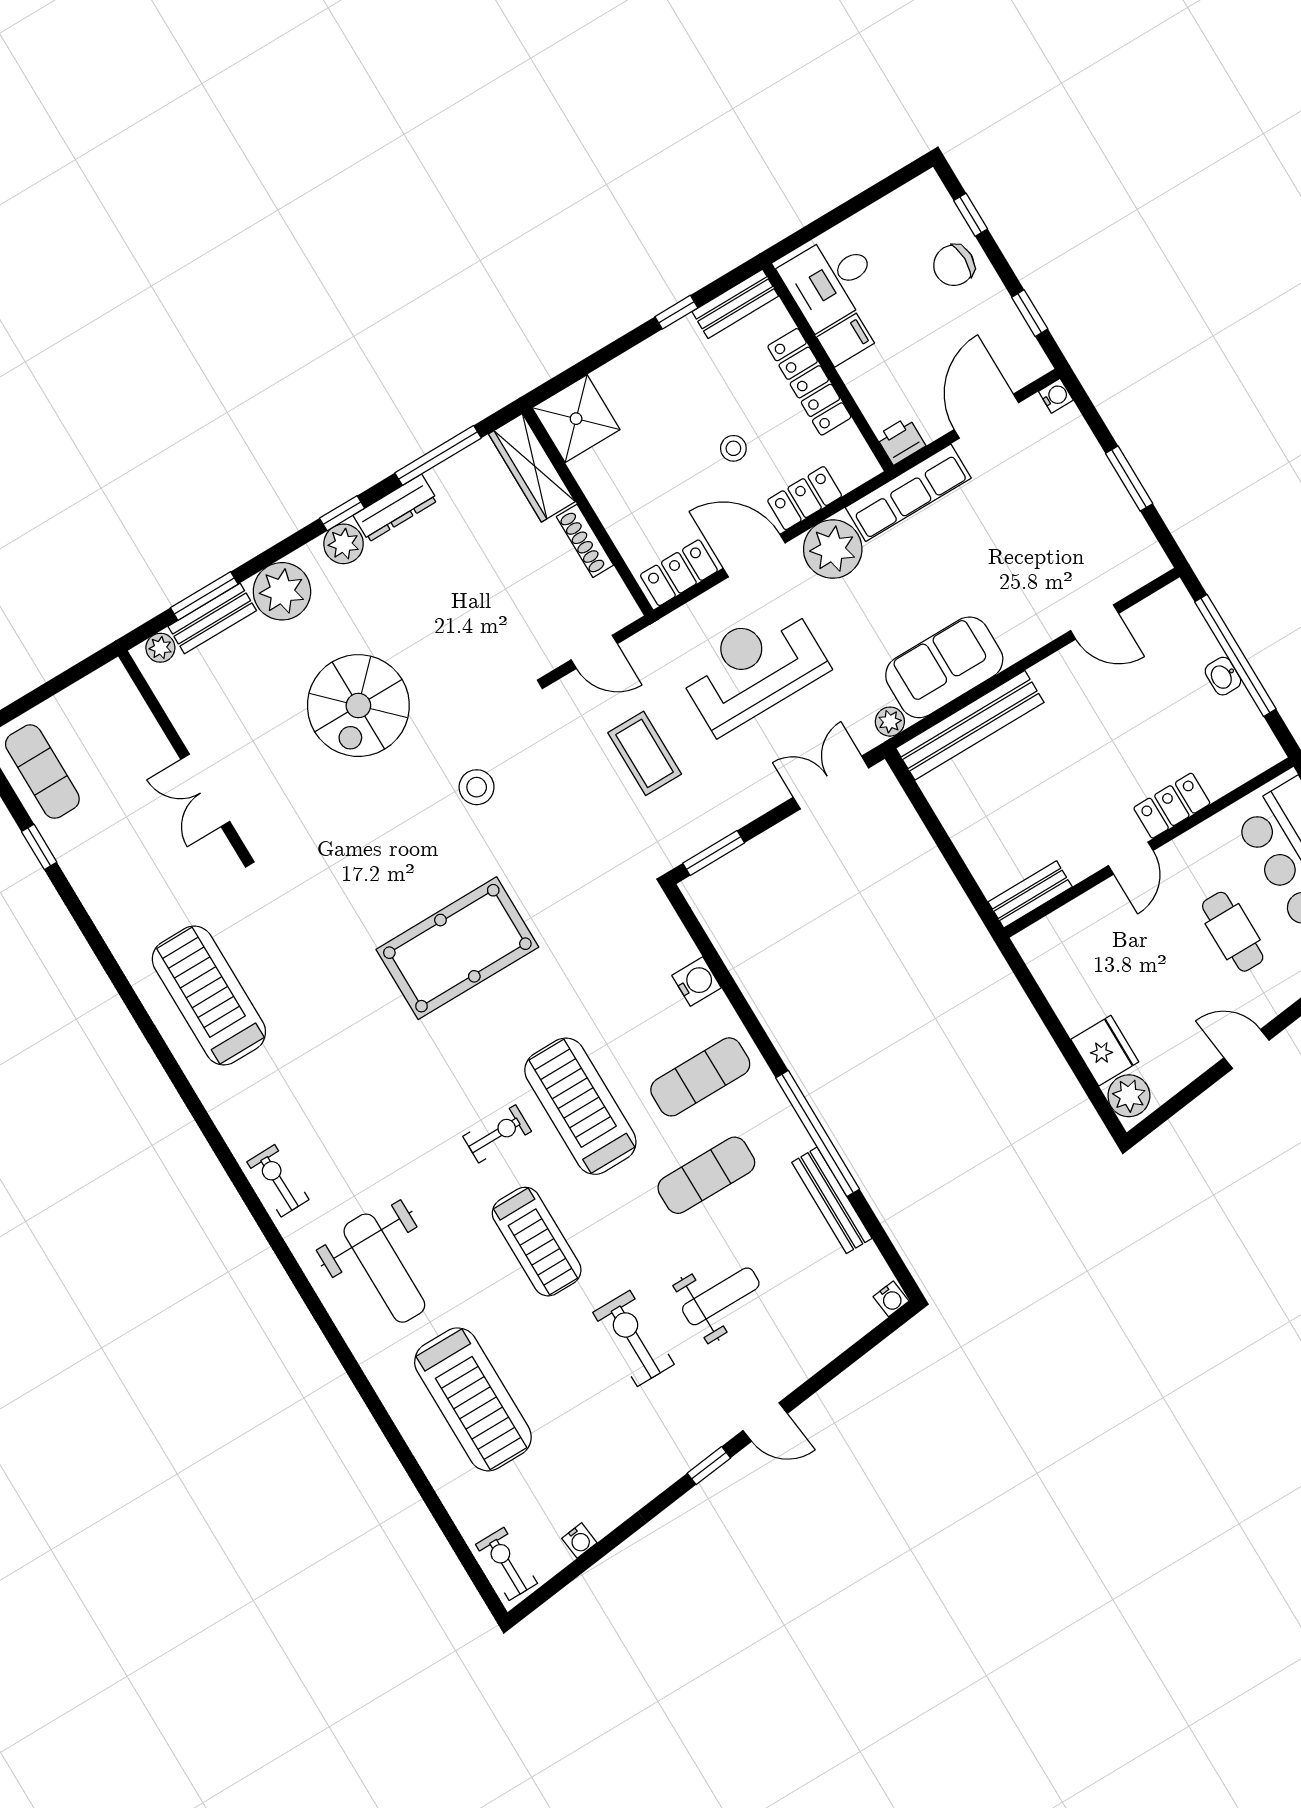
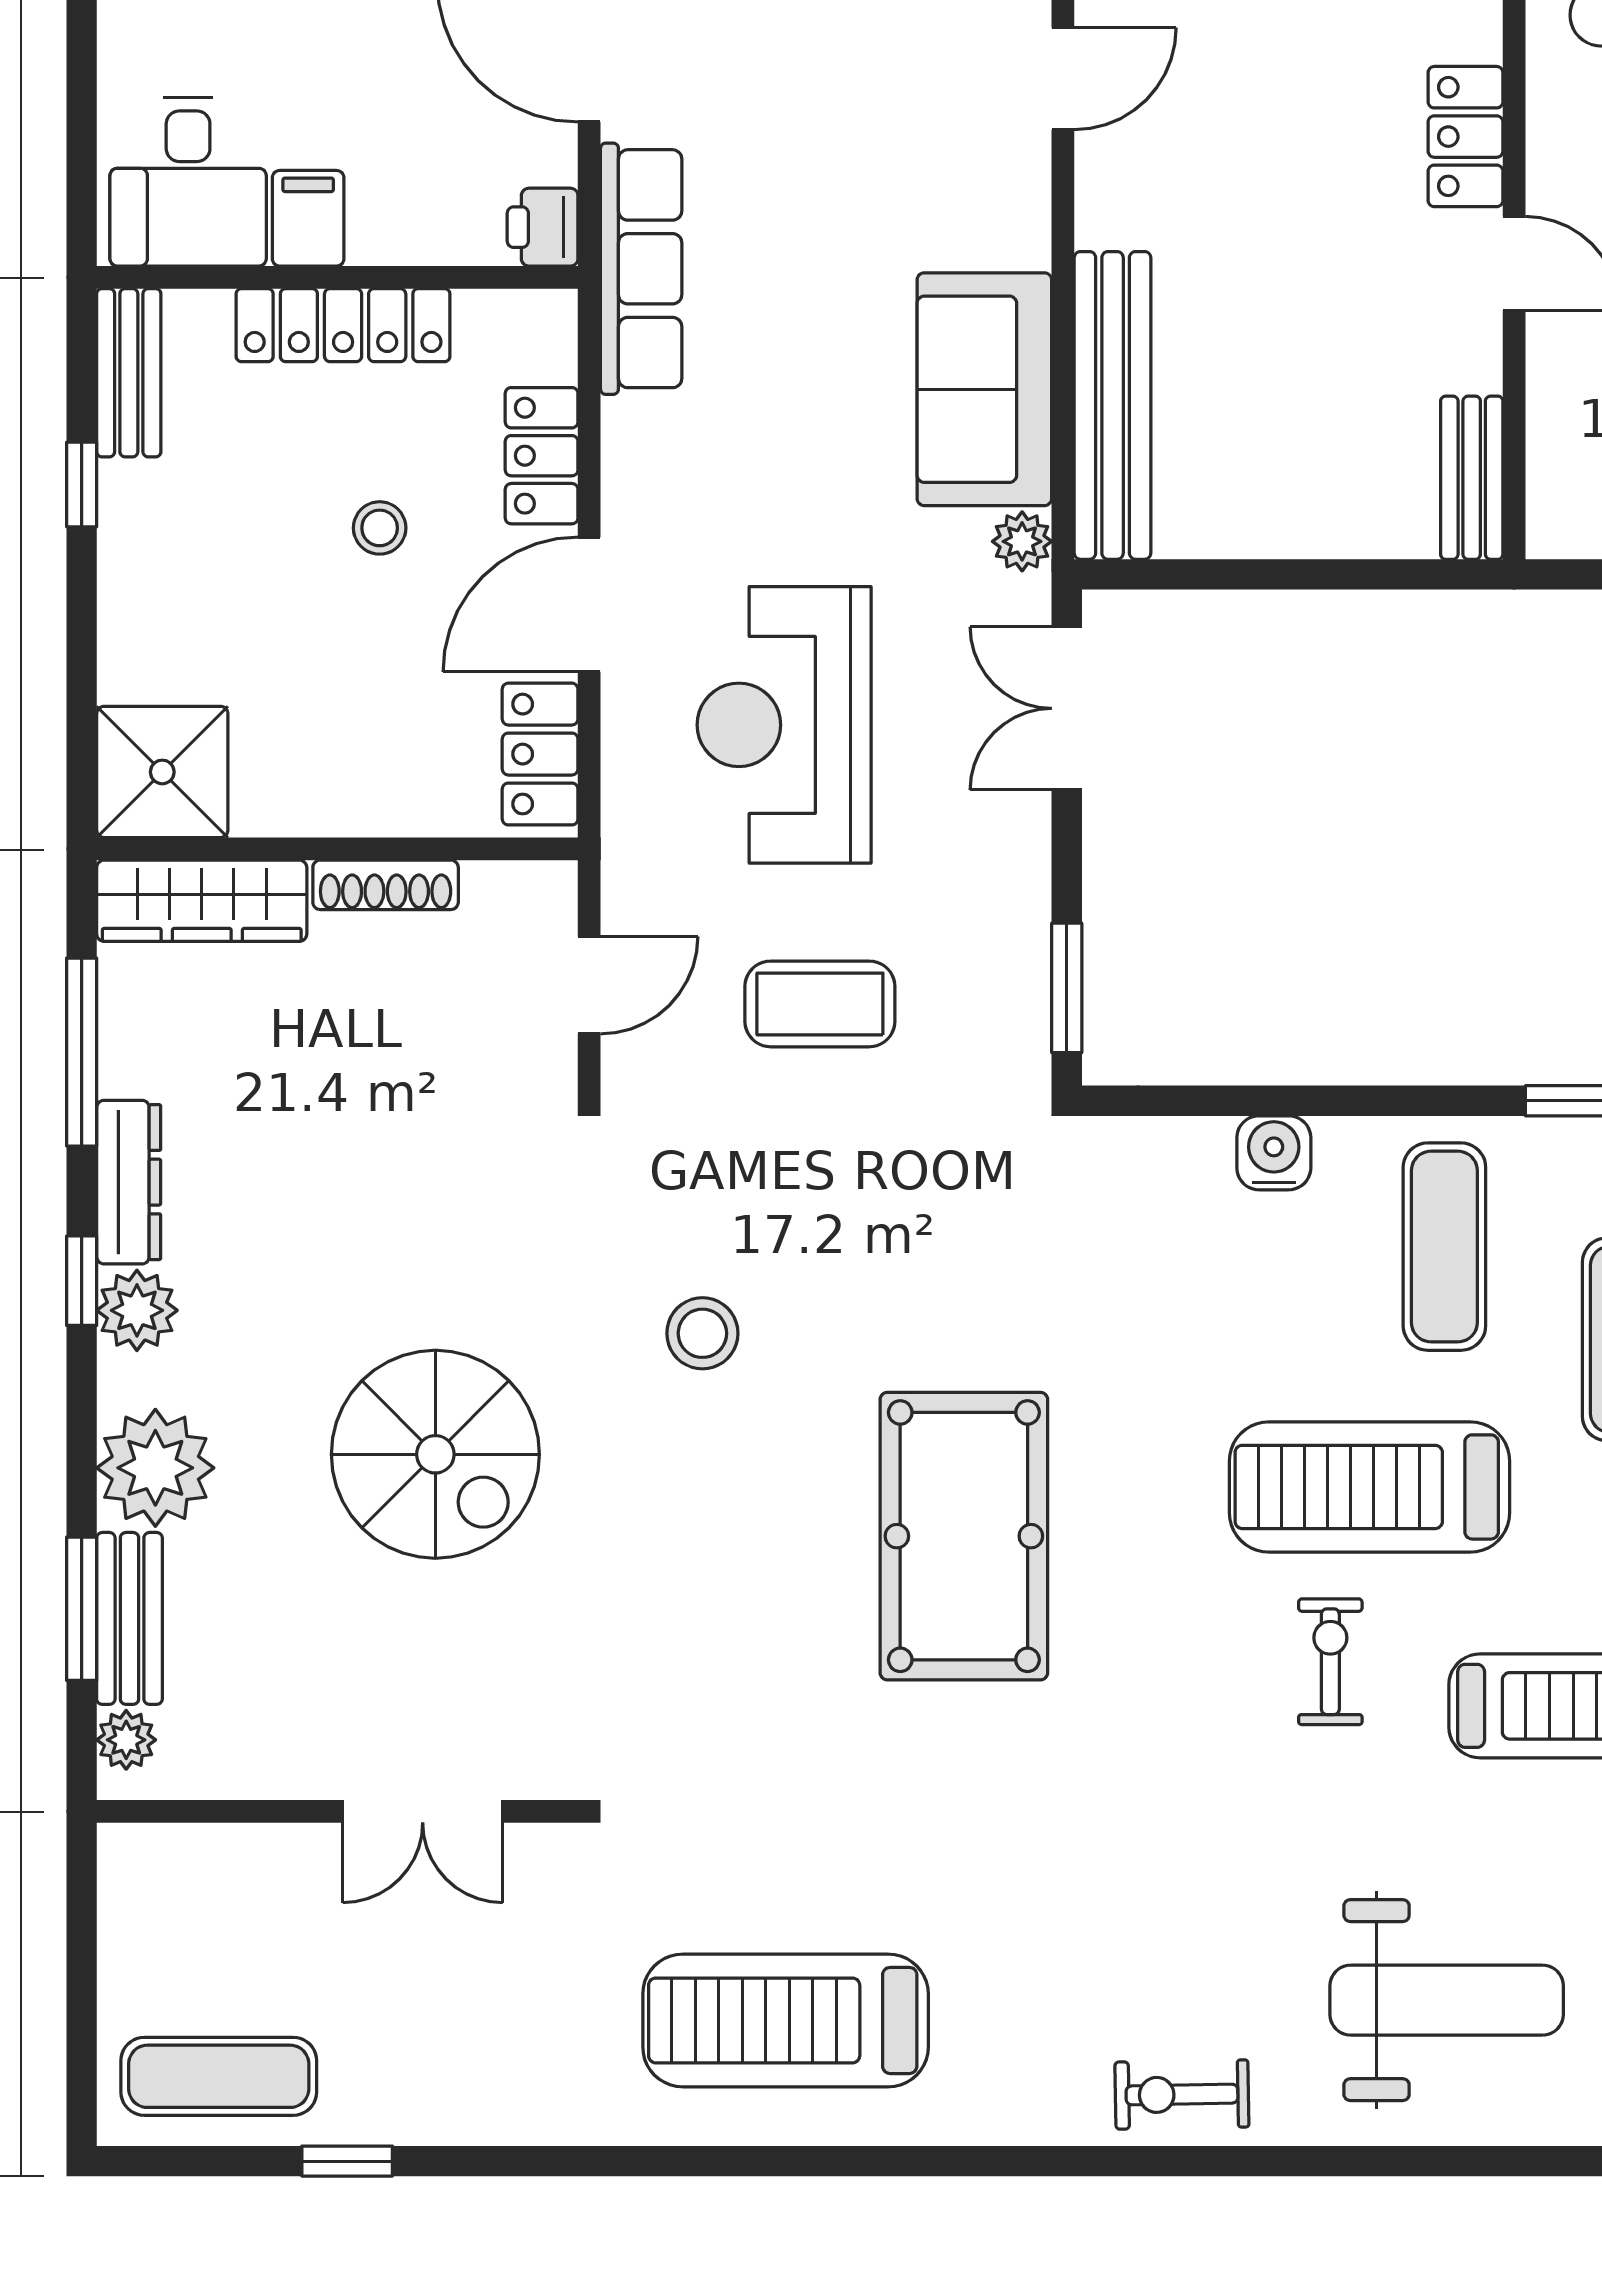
plant: (833, 549) -> (660, 460), removed

